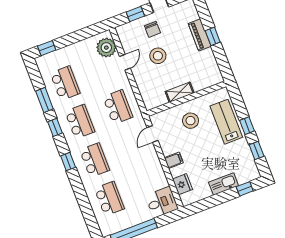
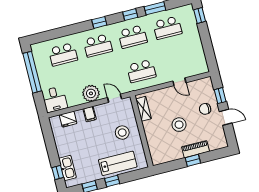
plant: (106, 48) -> (91, 93), moved
stool: (158, 56) -> (179, 125), moved
shelving: (180, 92) -> (143, 109), moved
kitchen sink: (224, 184) -> (67, 168), moved

